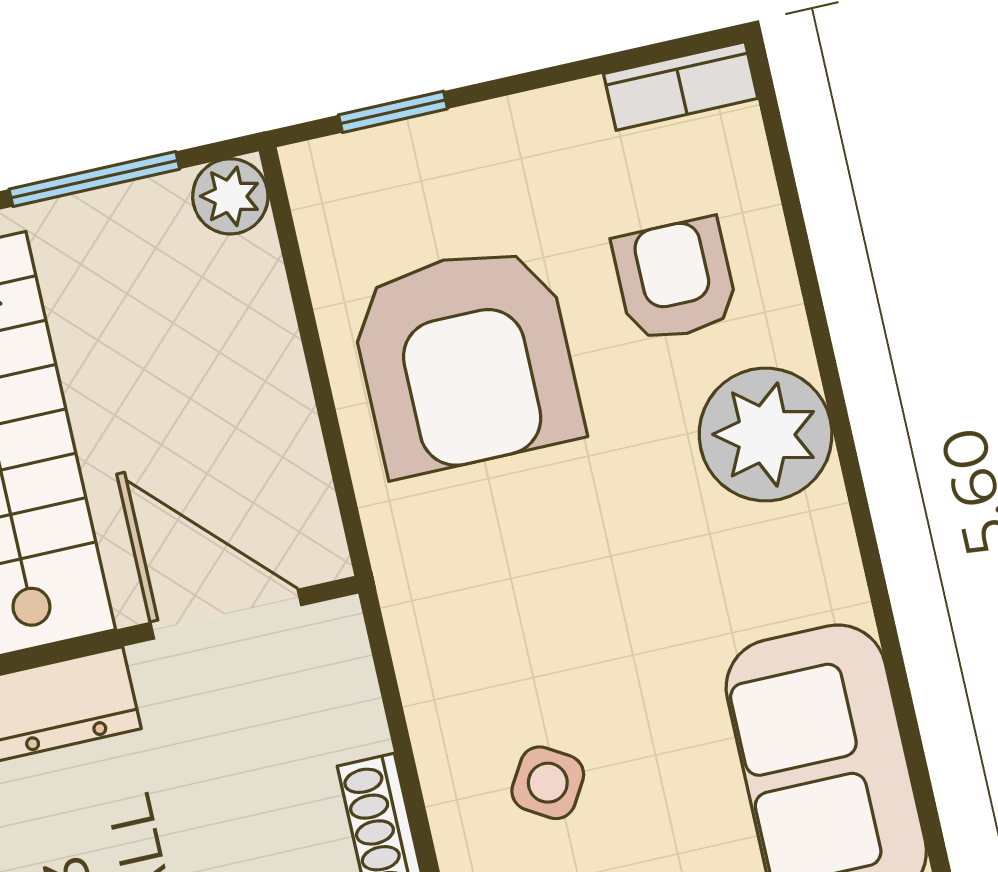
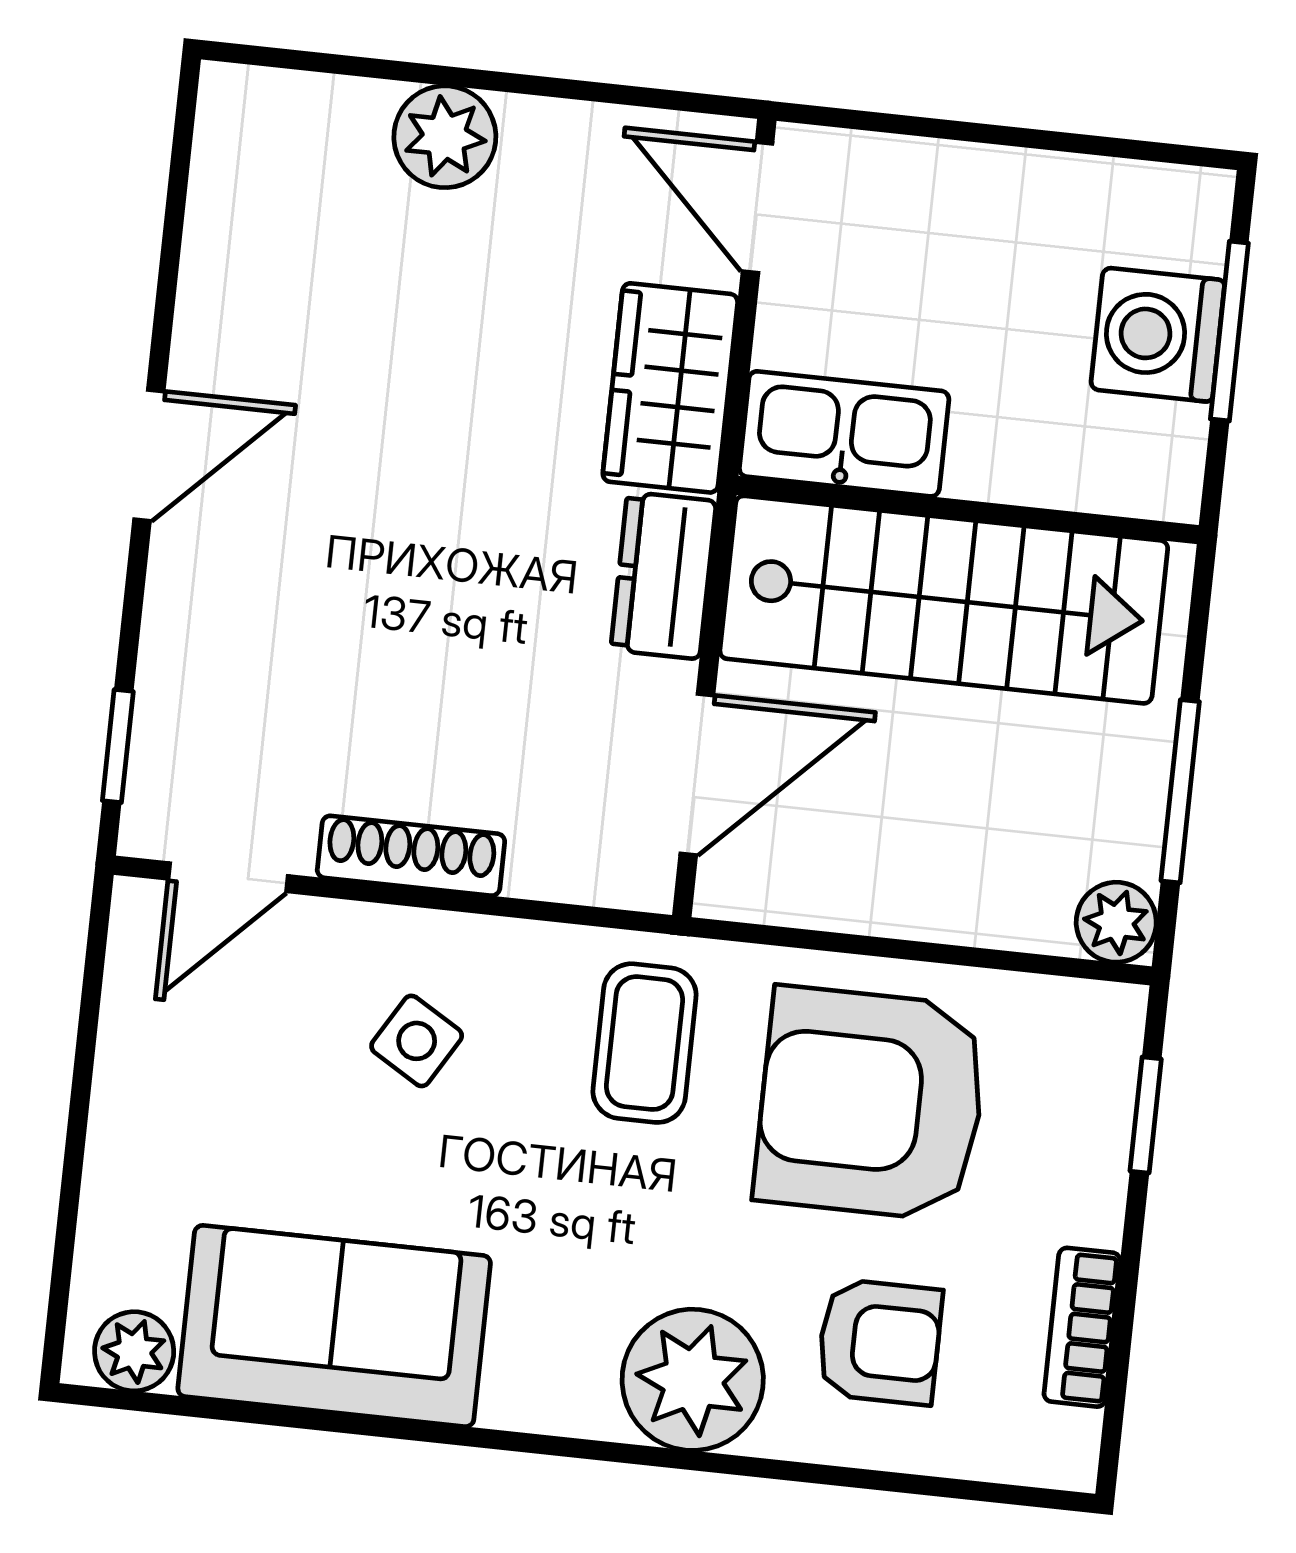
bookcase: (681, 86) -> (1082, 1327), moved
coffee table: (481, 579) -> (645, 1043), added

